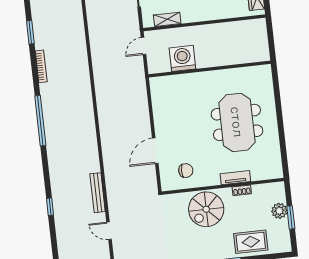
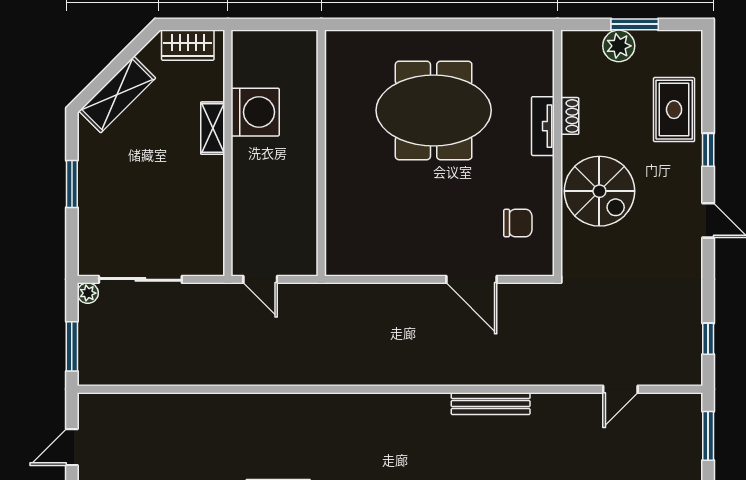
shelving: (167, 19) -> (213, 128), moved
washing machine: (182, 58) -> (255, 112), moved, turned 180
chair: (186, 171) -> (518, 223), turned 90
bench: (98, 193) -> (491, 404), moved

